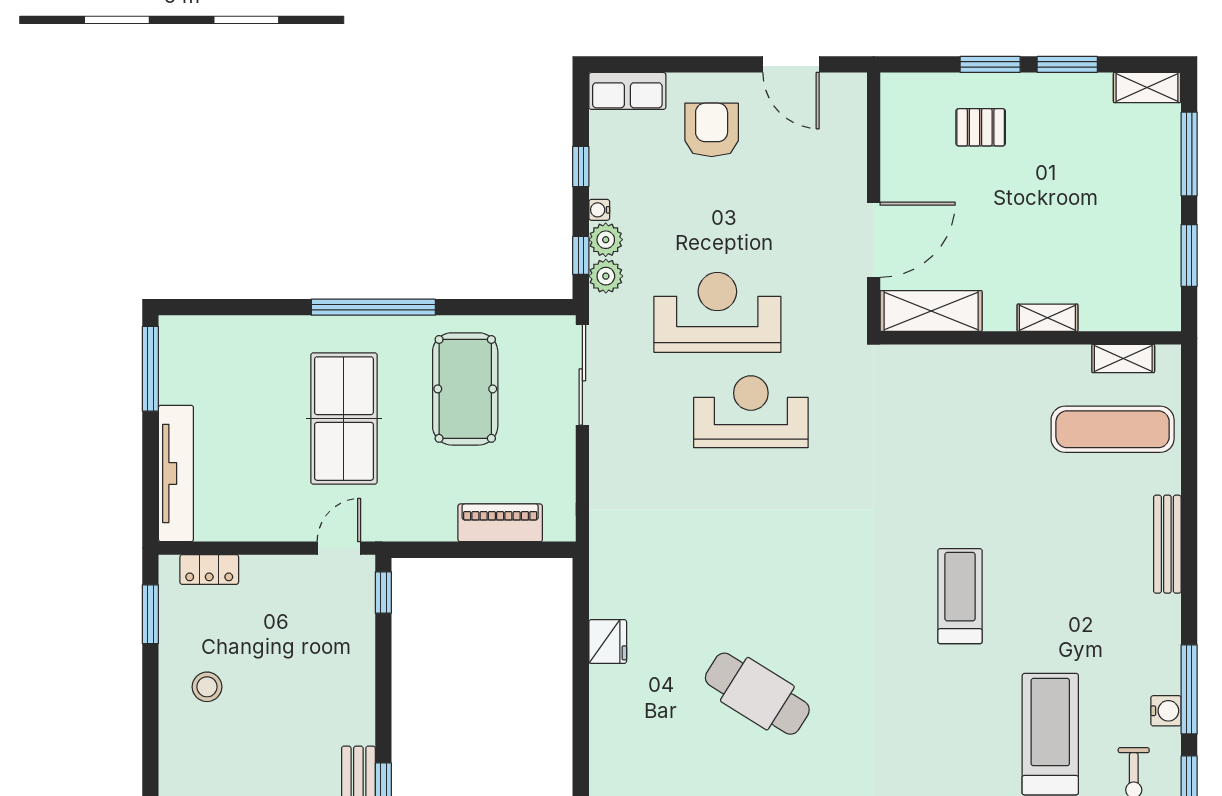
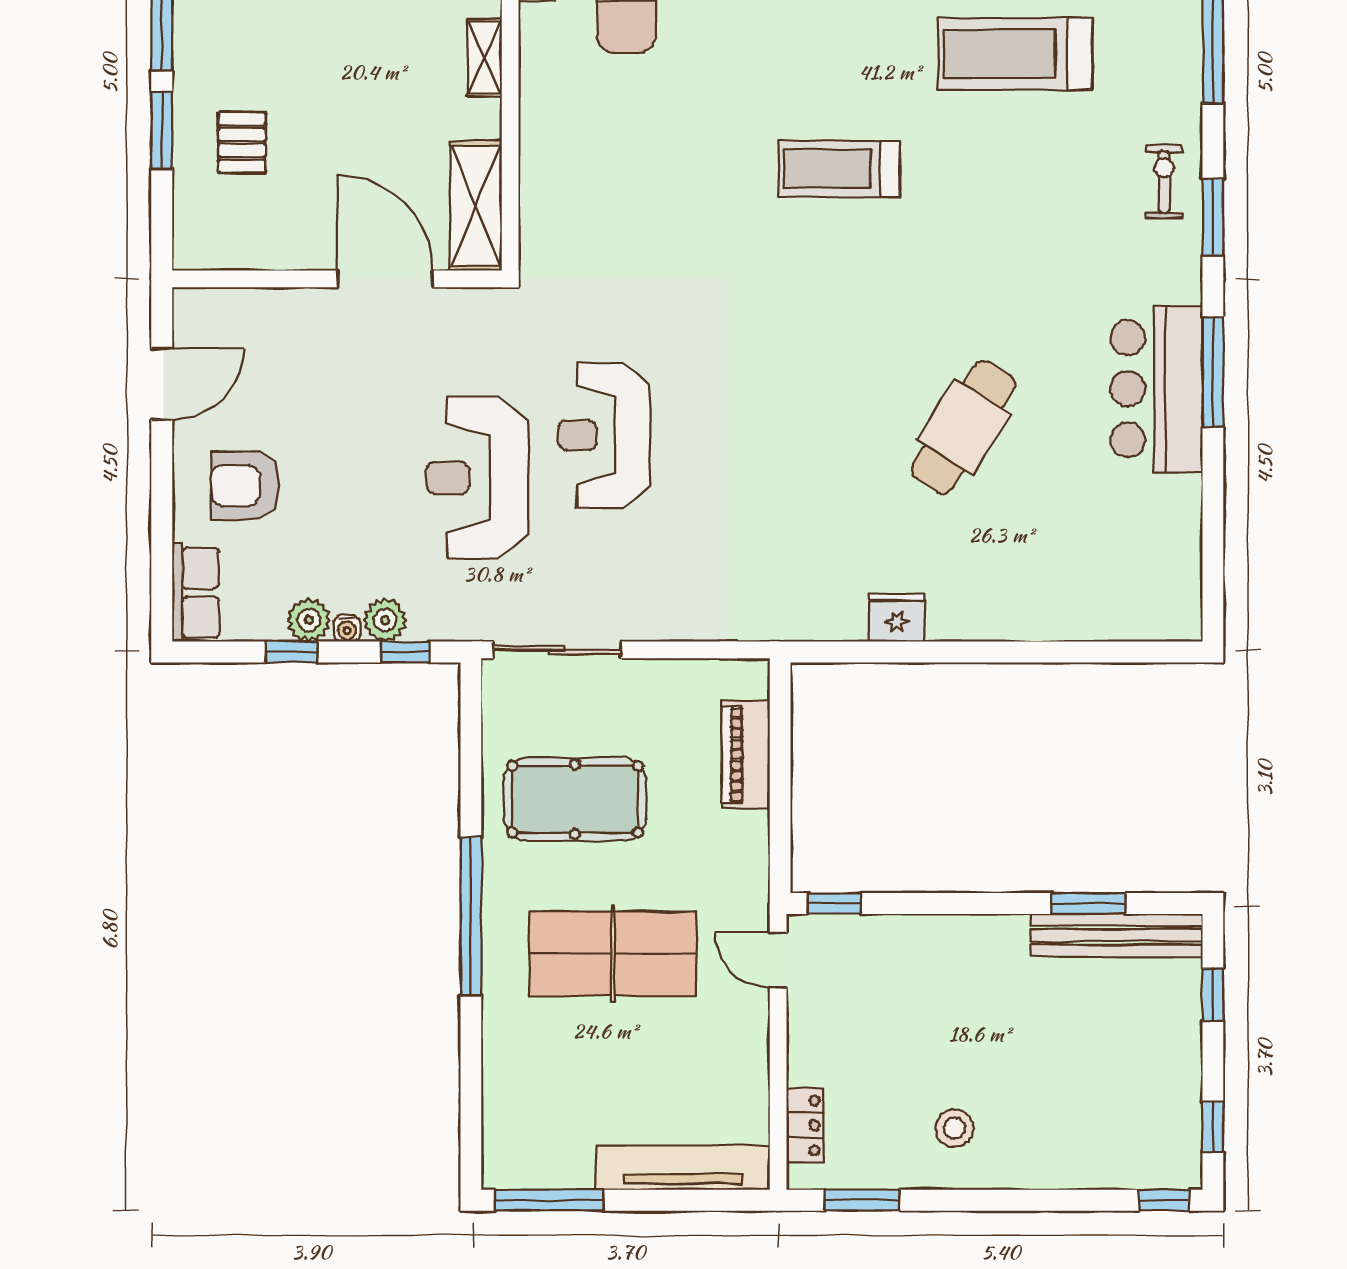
plant: (606, 276) -> (309, 620), moved

